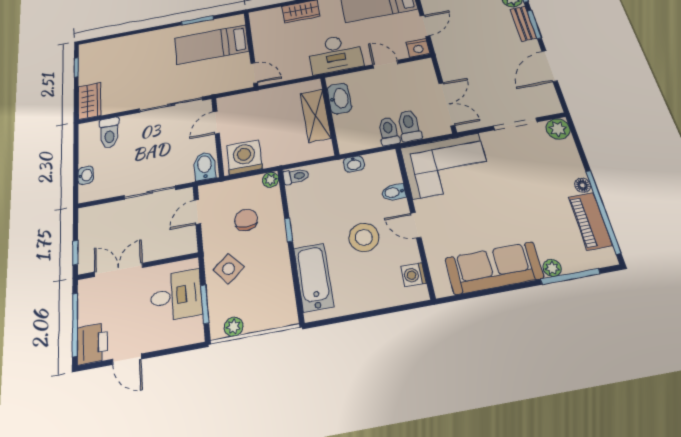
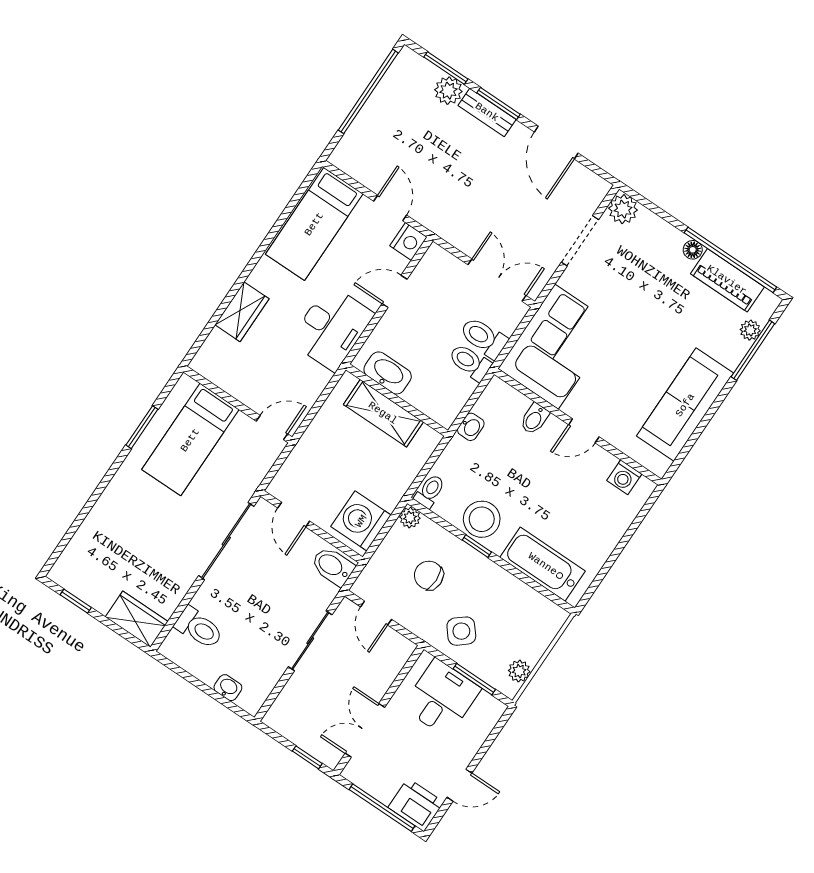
stool: (364, 237) -> (482, 519), moved
plant: (552, 268) -> (750, 330), moved

